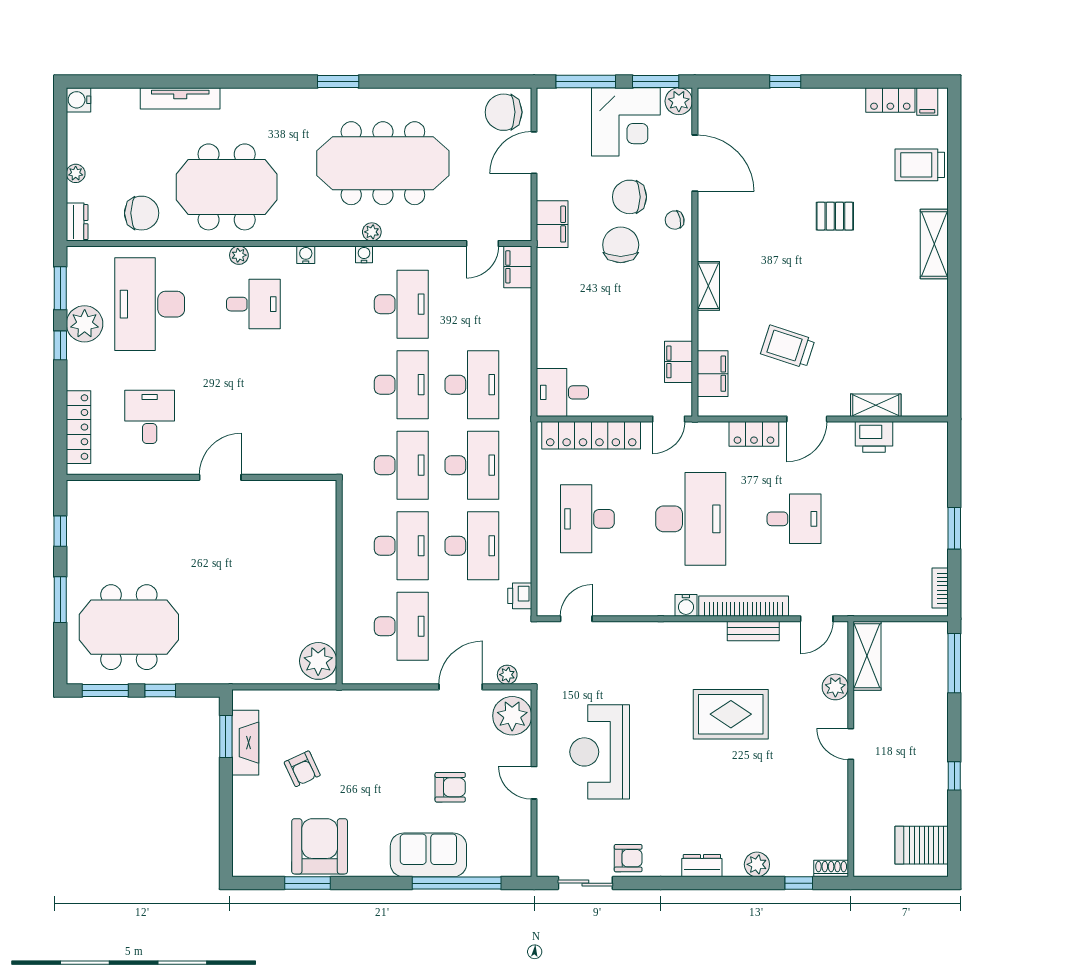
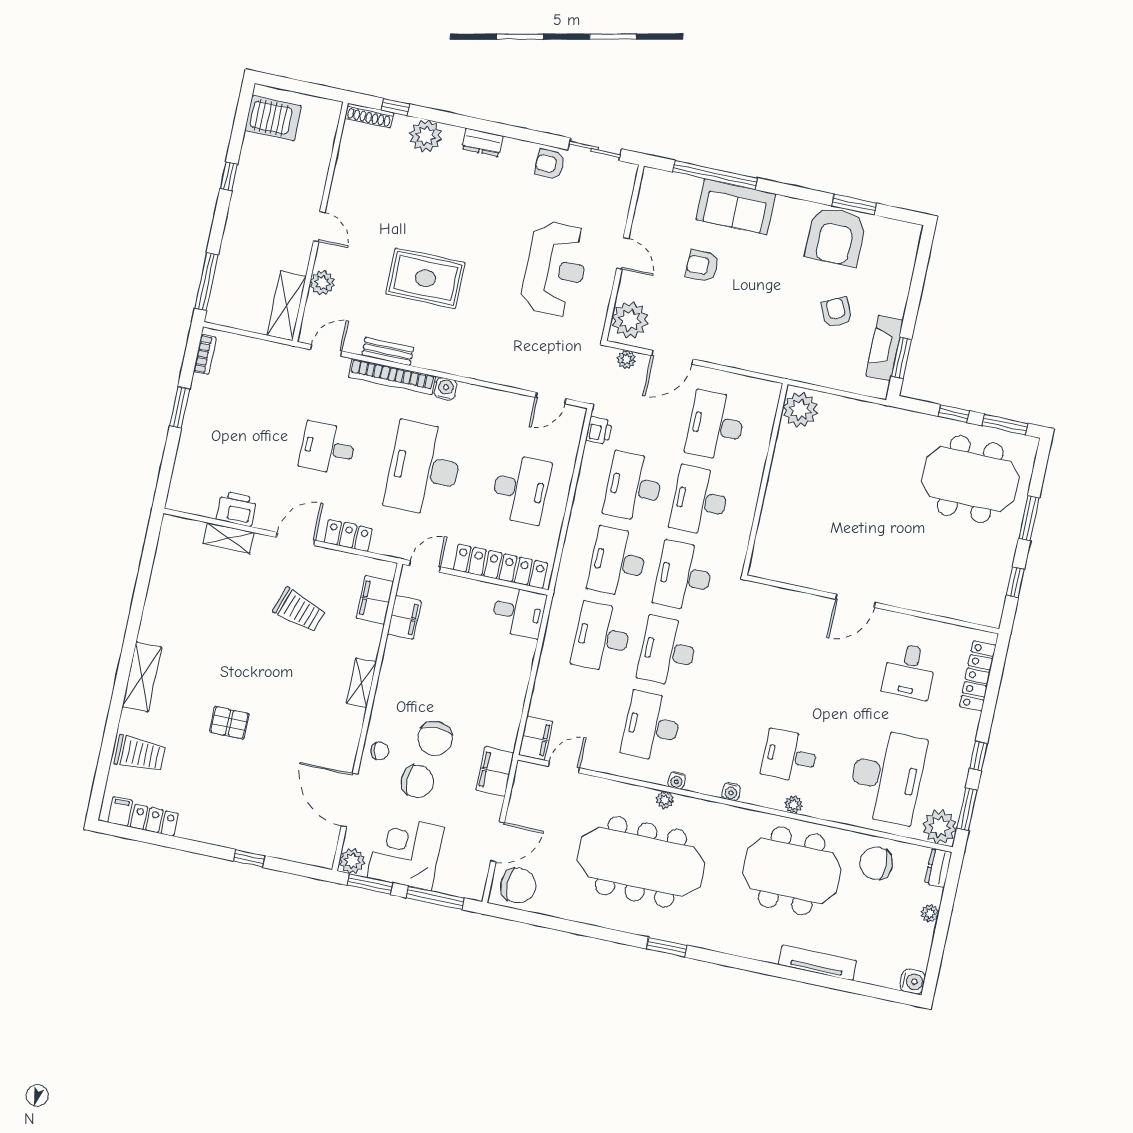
plant: (85, 324) -> (940, 827), moved
plant: (757, 864) -> (426, 136), width x1.36, depth x1.36
shoe rack: (831, 869) -> (369, 116), width x1.43

